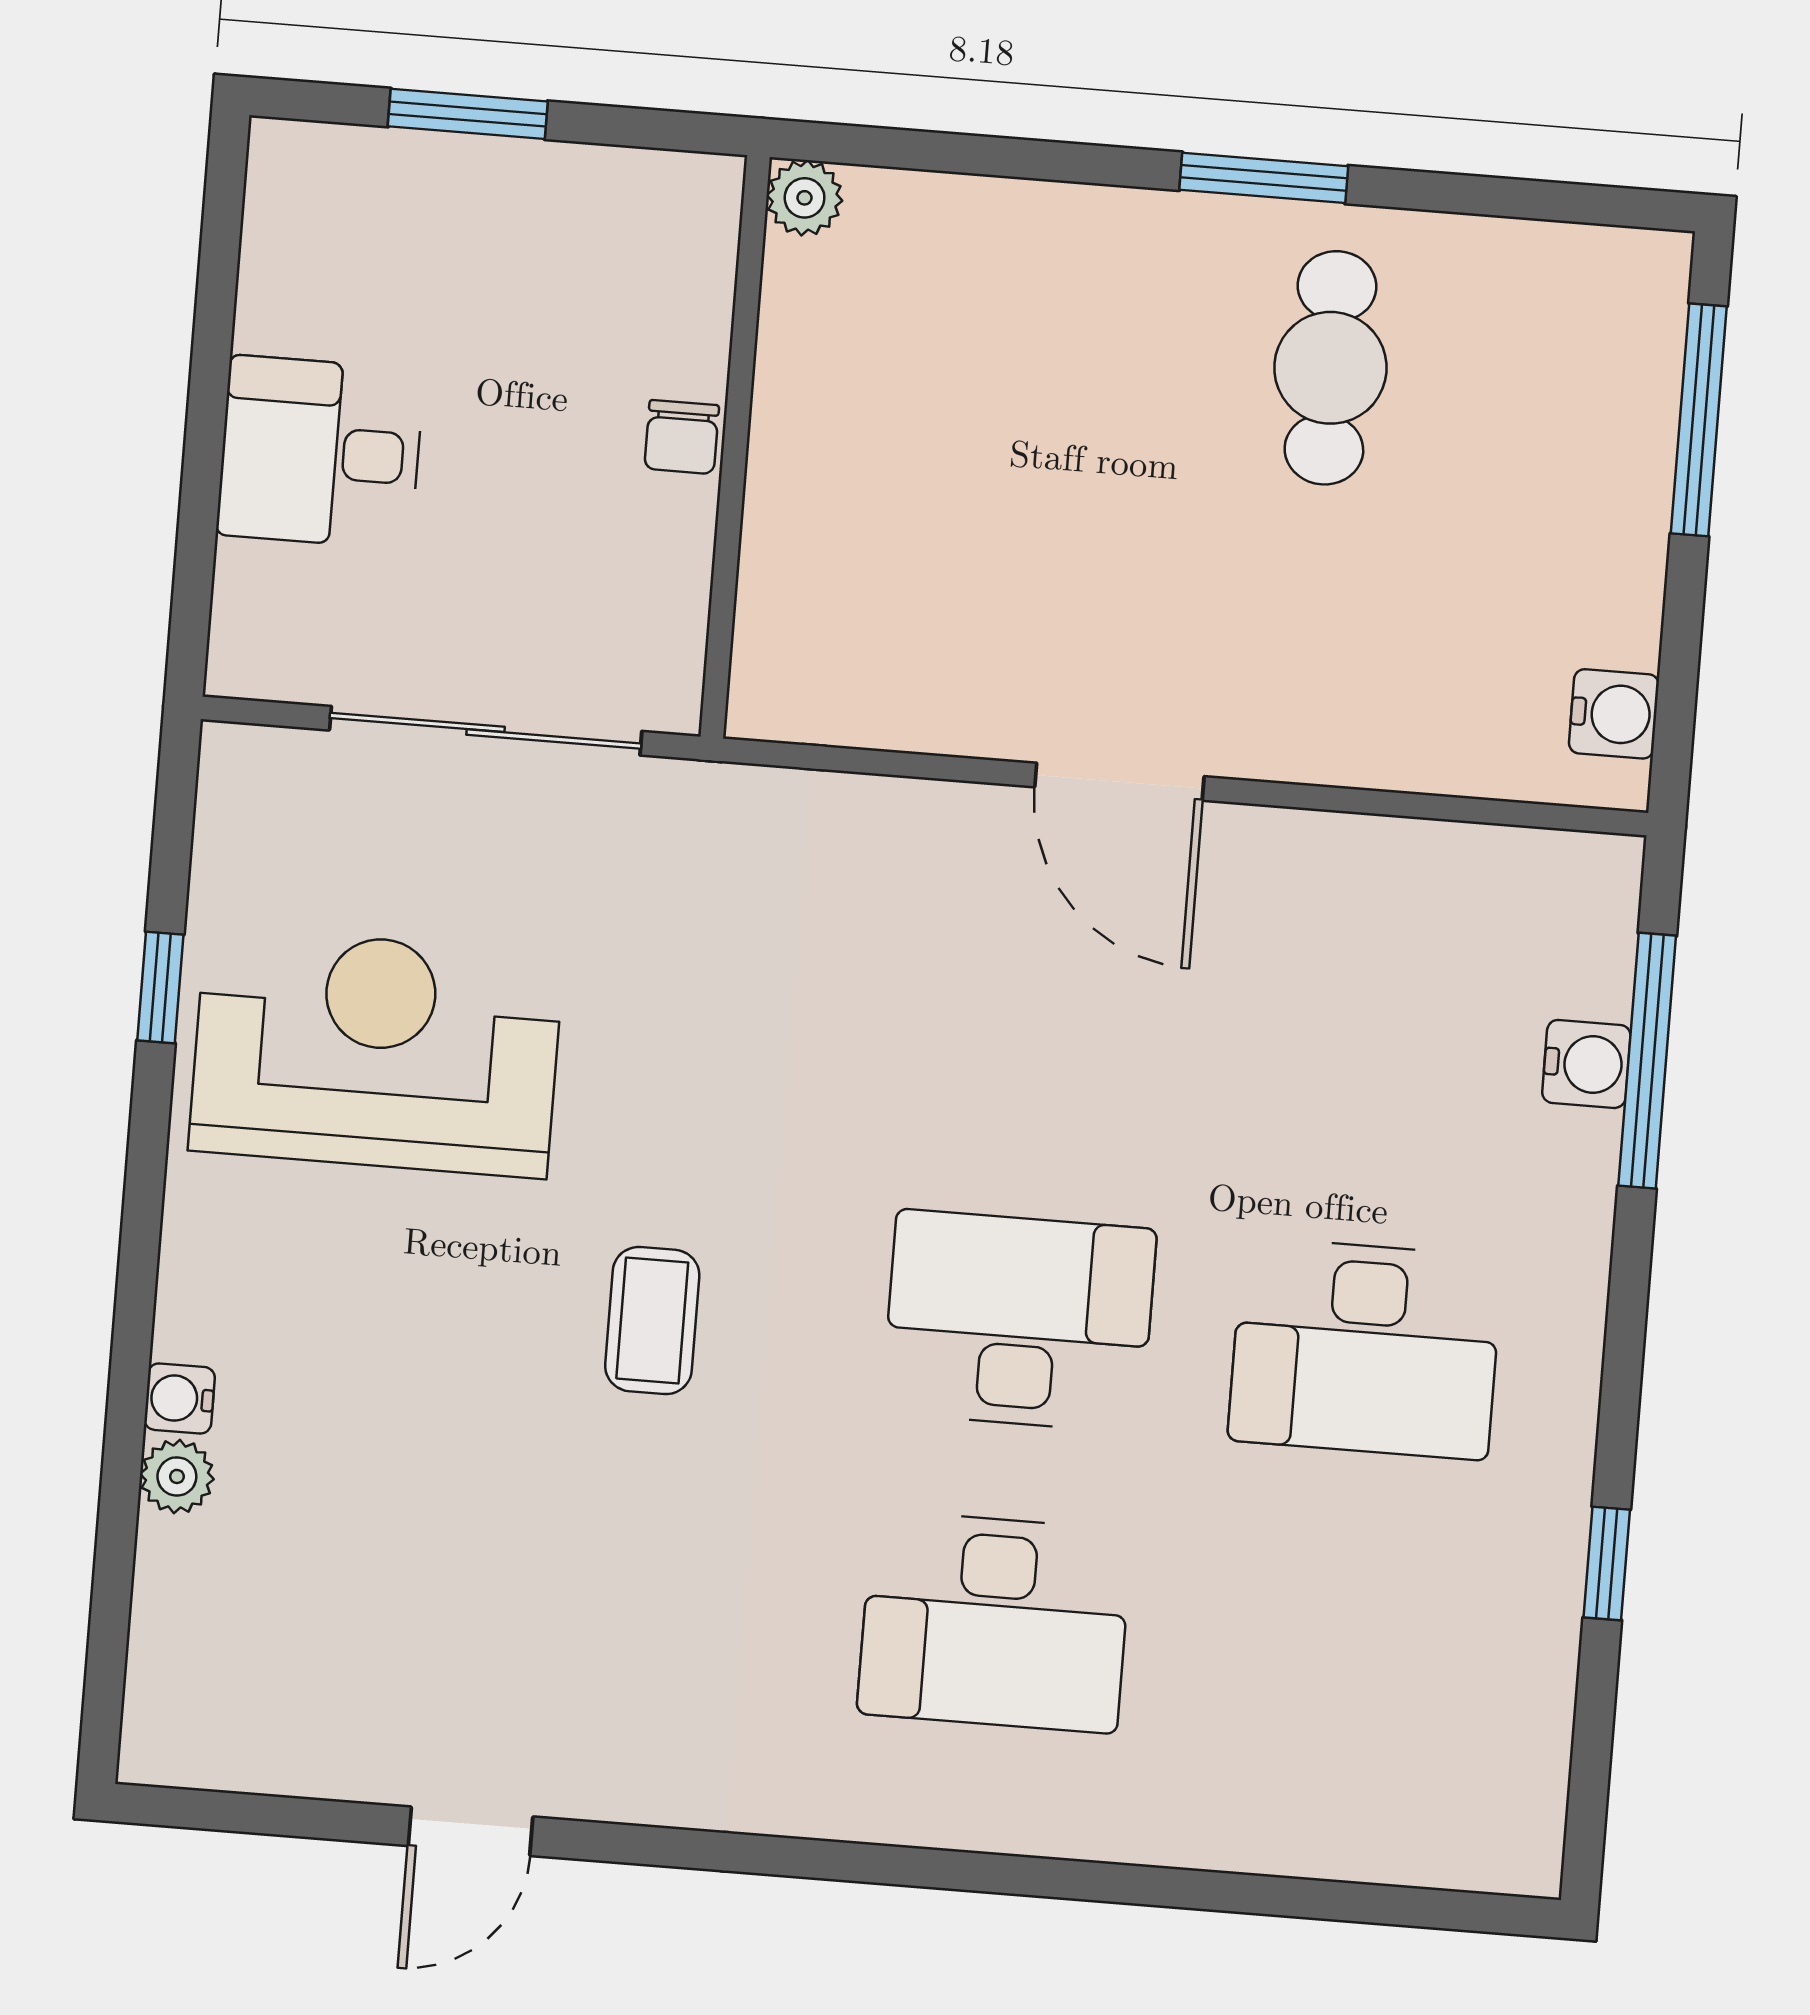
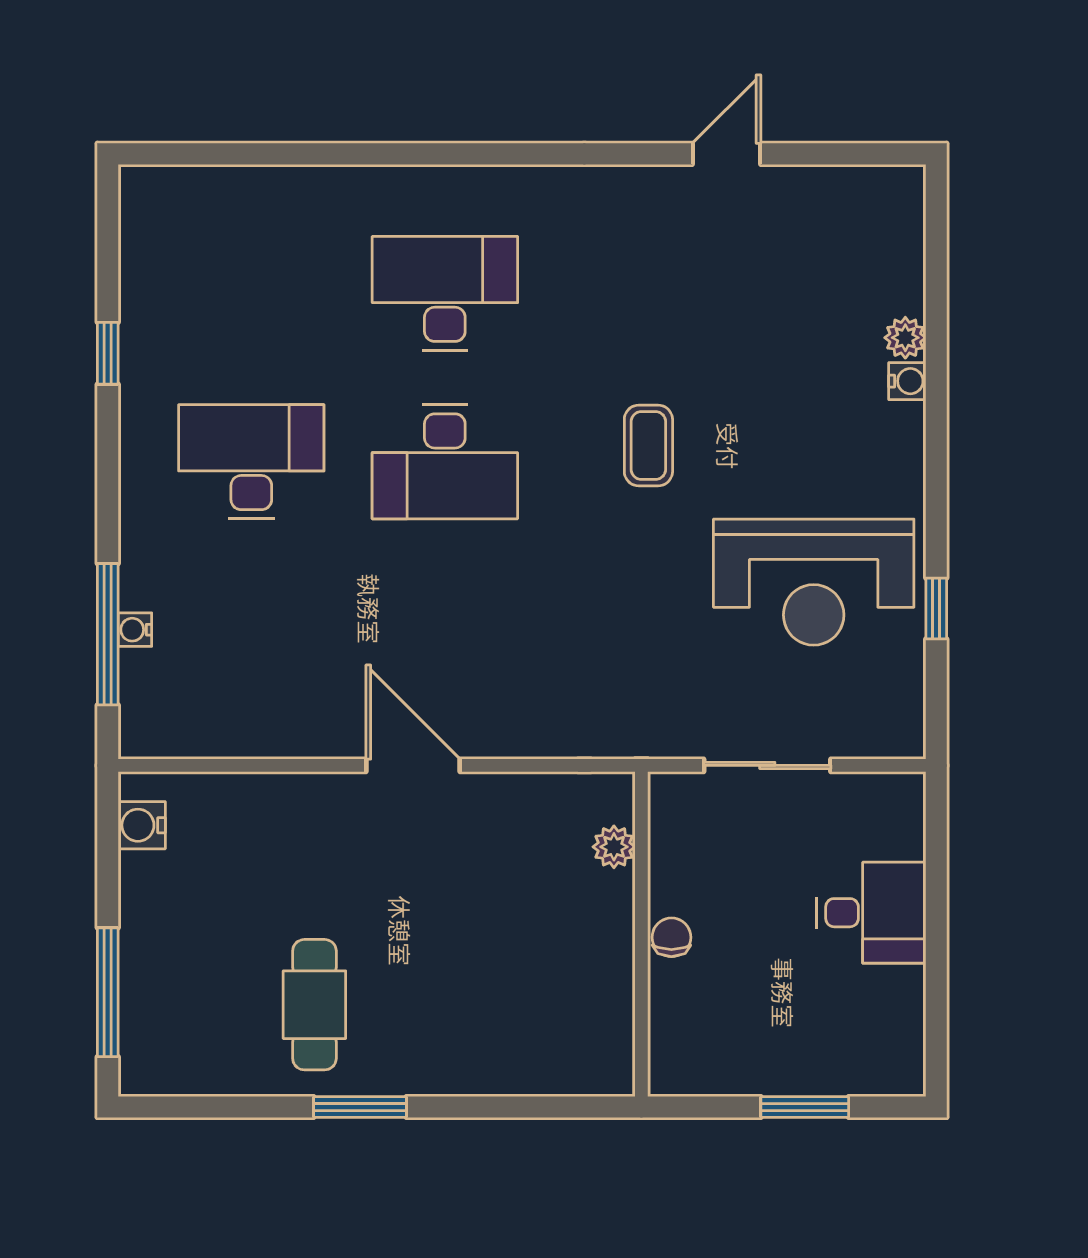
plant: (805, 198) -> (614, 847), moved
sliding door: (486, 731) -> (767, 765), width x0.73
water cooler: (1586, 1064) -> (135, 630), width x0.72, depth x0.72

